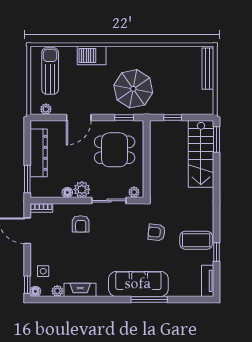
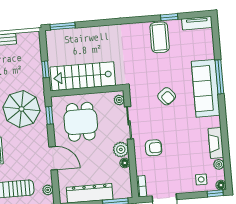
stairs: (201, 154) -> (83, 76), moved, turned 180
armchair: (157, 232) -> (167, 96), moved, turned -45

